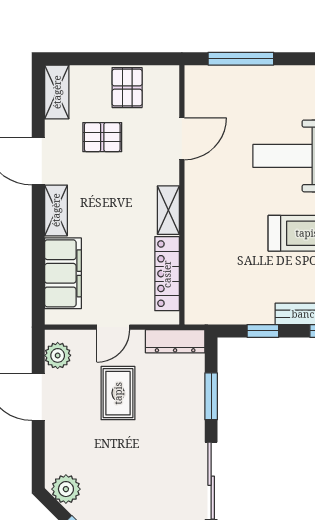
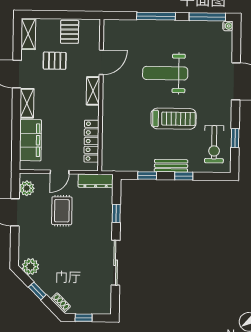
window: (241, 59) -> (156, 16), moved
shelving: (168, 210) -> (93, 91), moved
window: (211, 396) -> (116, 213), width x0.67

